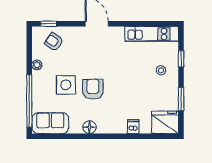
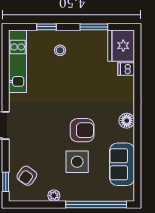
armchair: (93, 89) -> (82, 130), turned 180
sofa: (50, 123) -> (122, 164), moved
floor lamp: (89, 127) -> (127, 121), moved
dishwasher: (133, 127) -> (126, 69), moved

